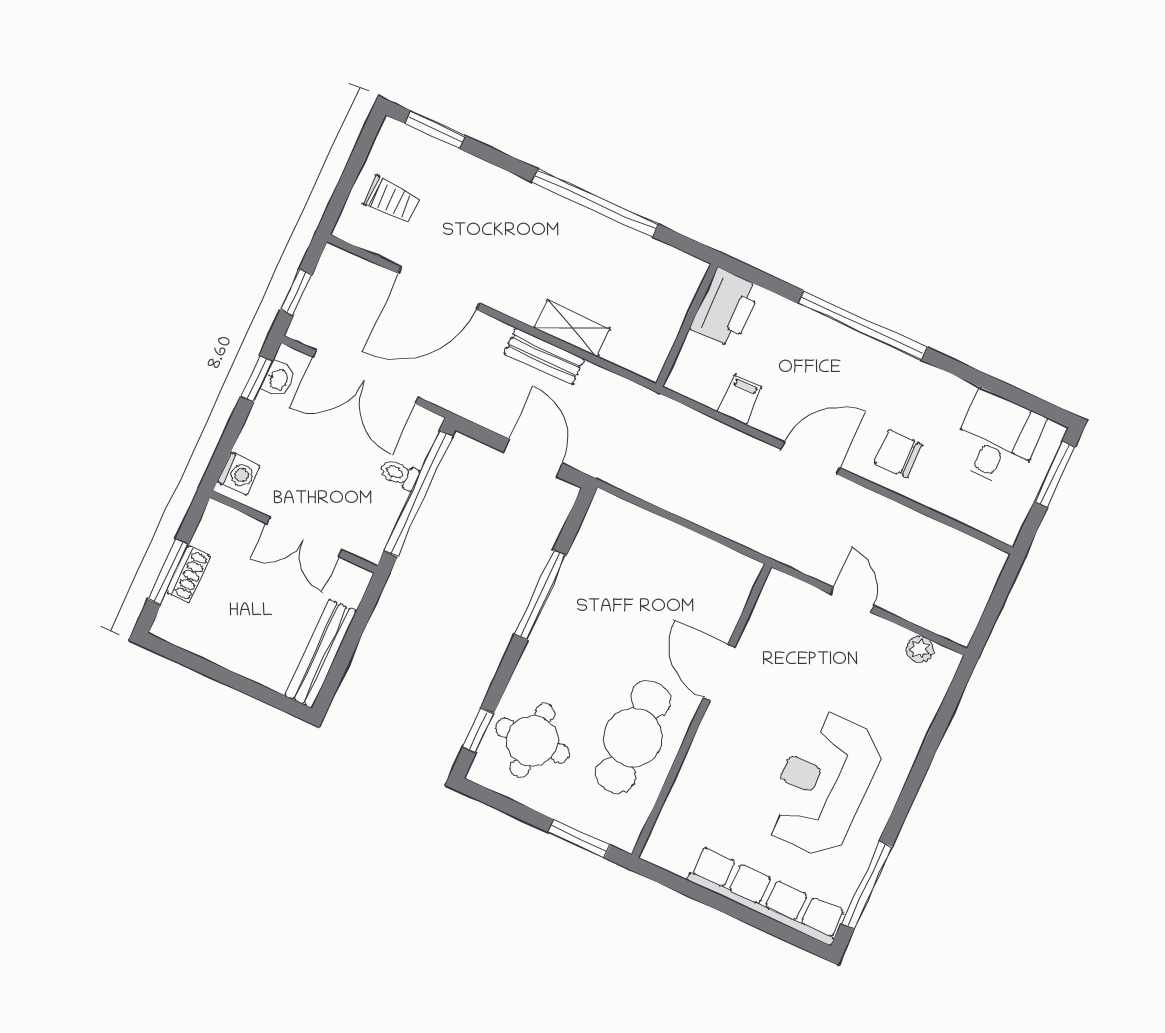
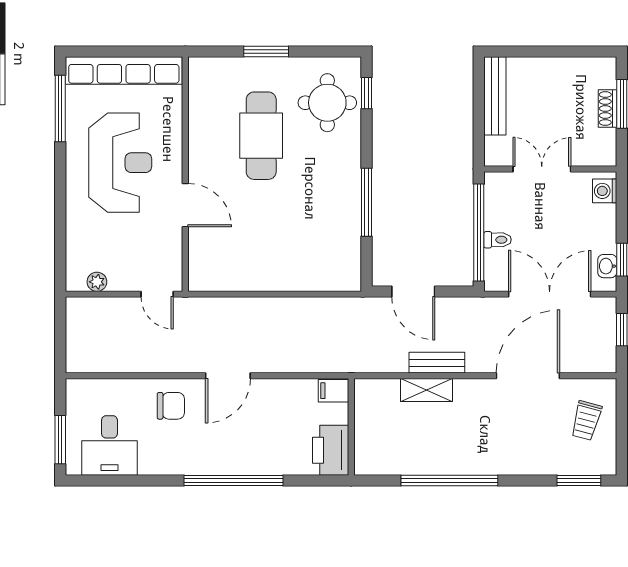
trolley: (392, 200) -> (586, 421), turned -75
filing cabinet: (740, 399) -> (333, 391), moved, turned 90
door: (719, 672) -> (185, 205), moved
wall: (702, 711) -> (185, 174), moved

